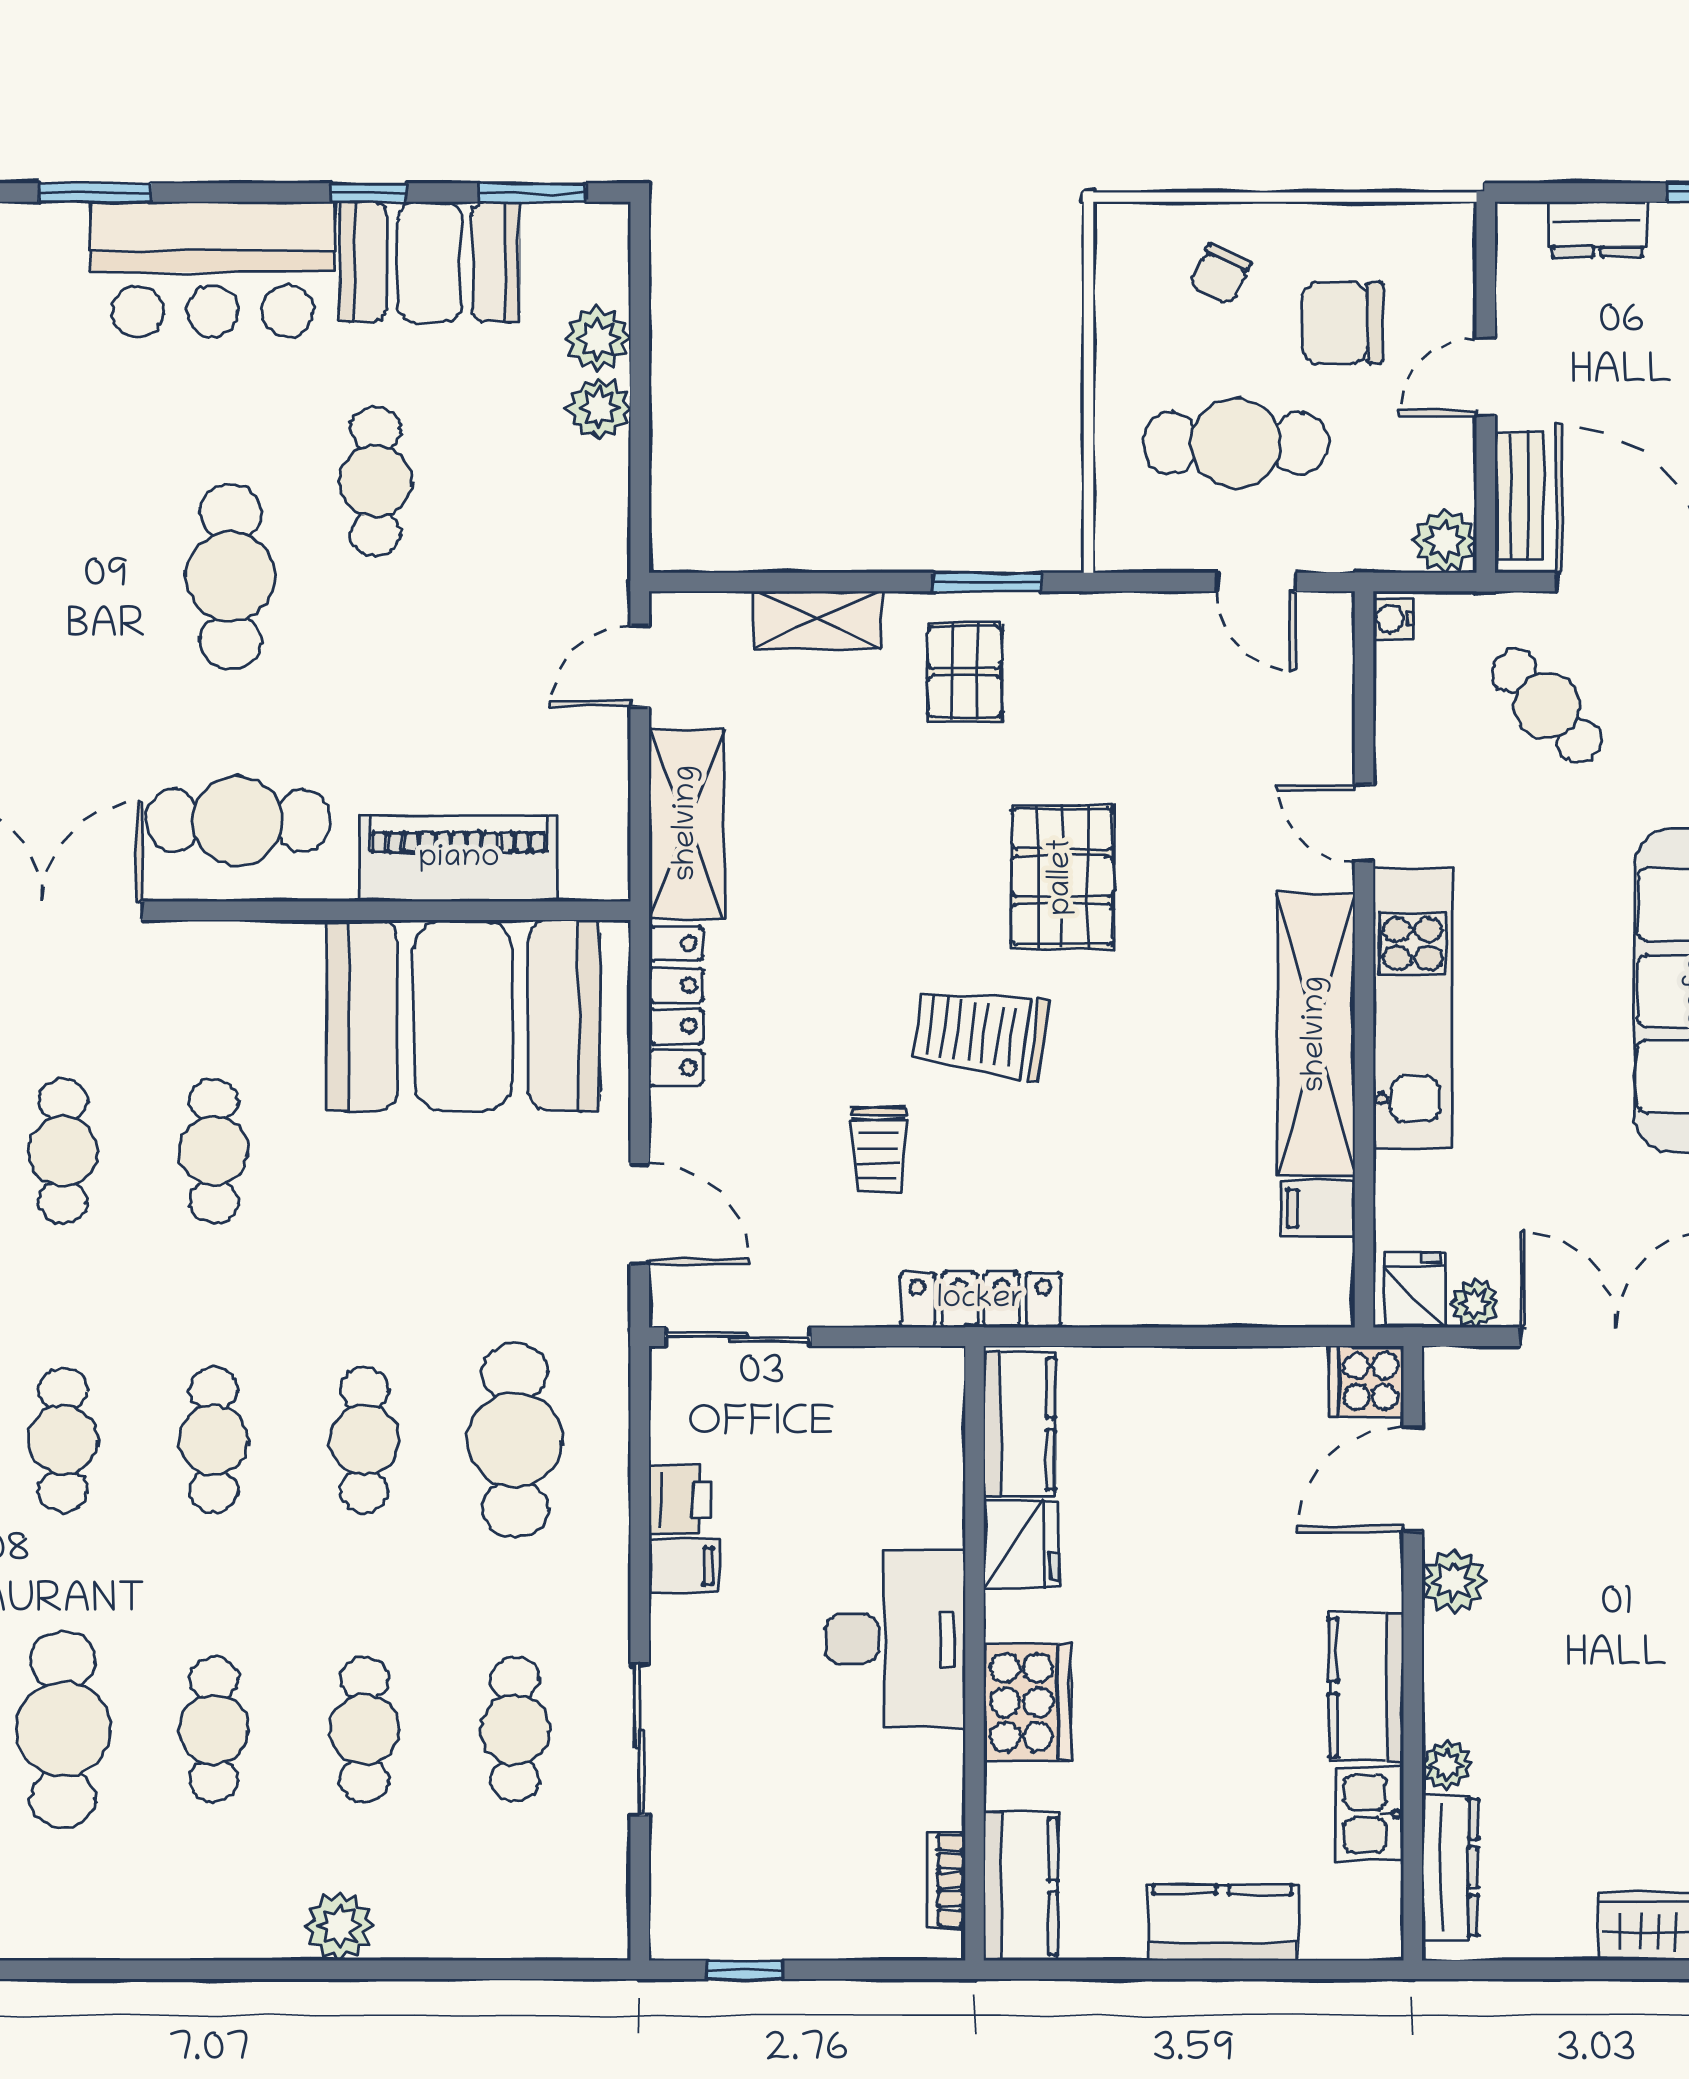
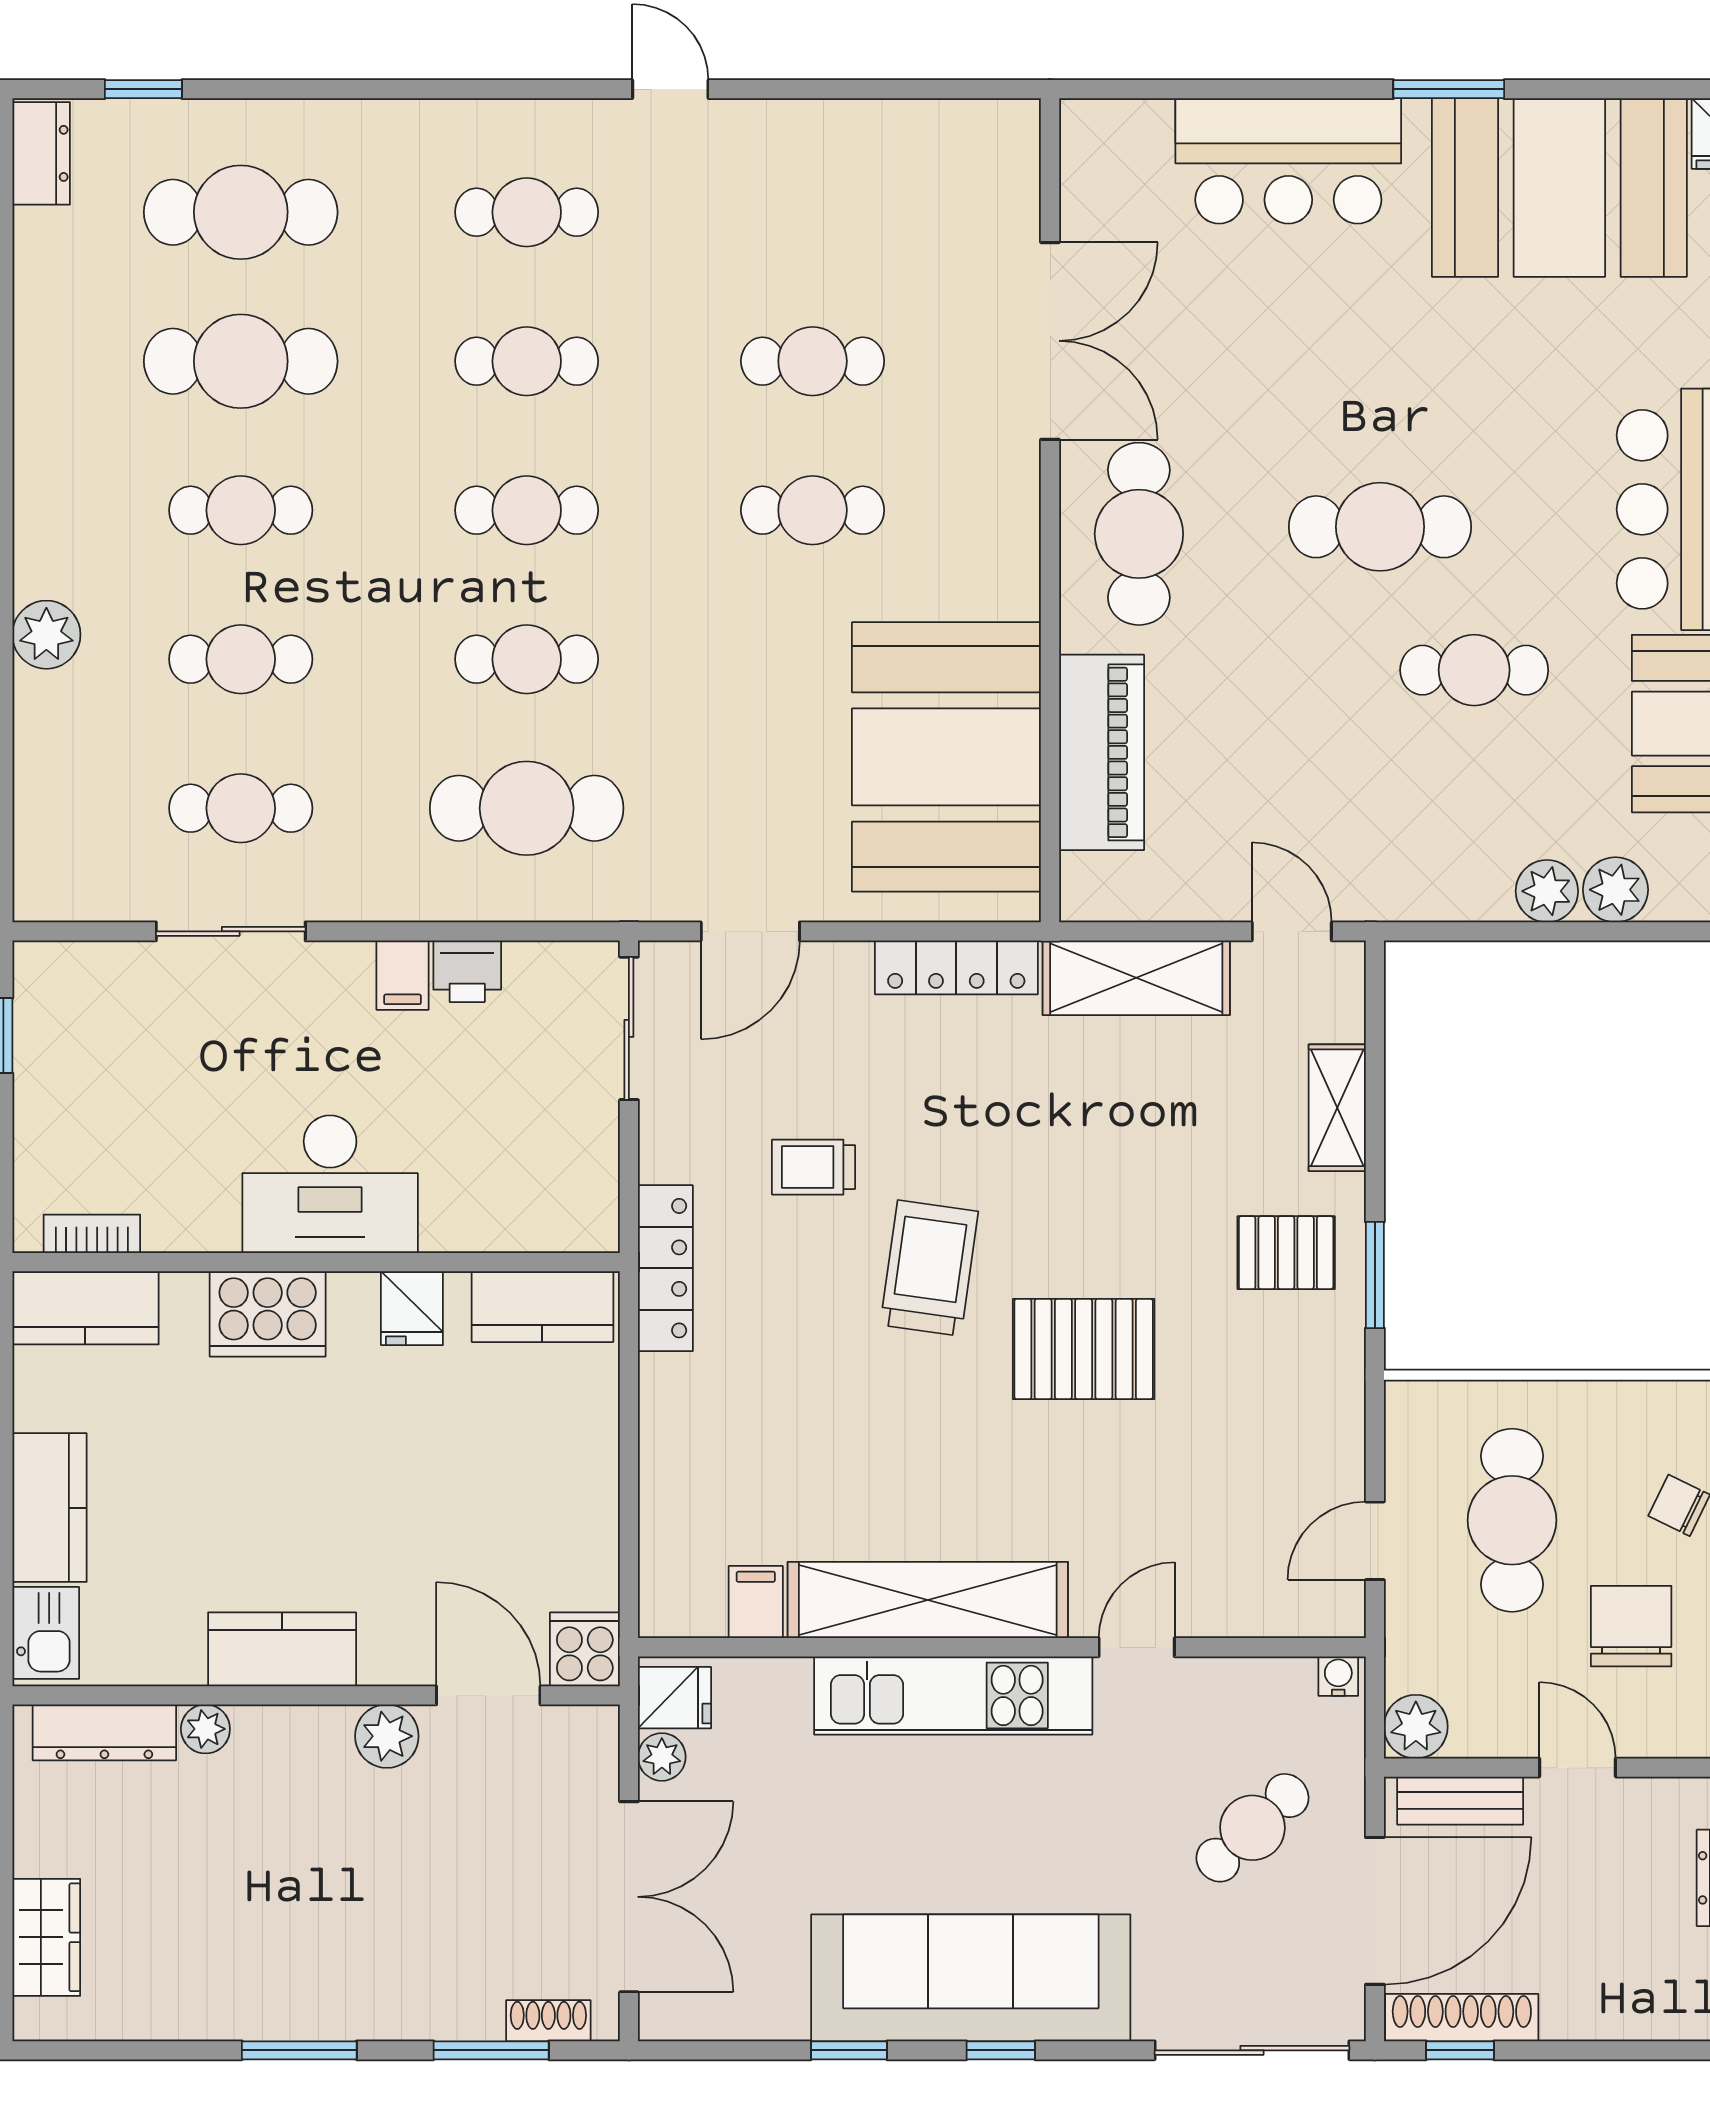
fridge: (1021, 1544) -> (412, 1308), width x0.72
kitchen sink: (1370, 1814) -> (46, 1633), moved, turned 90

